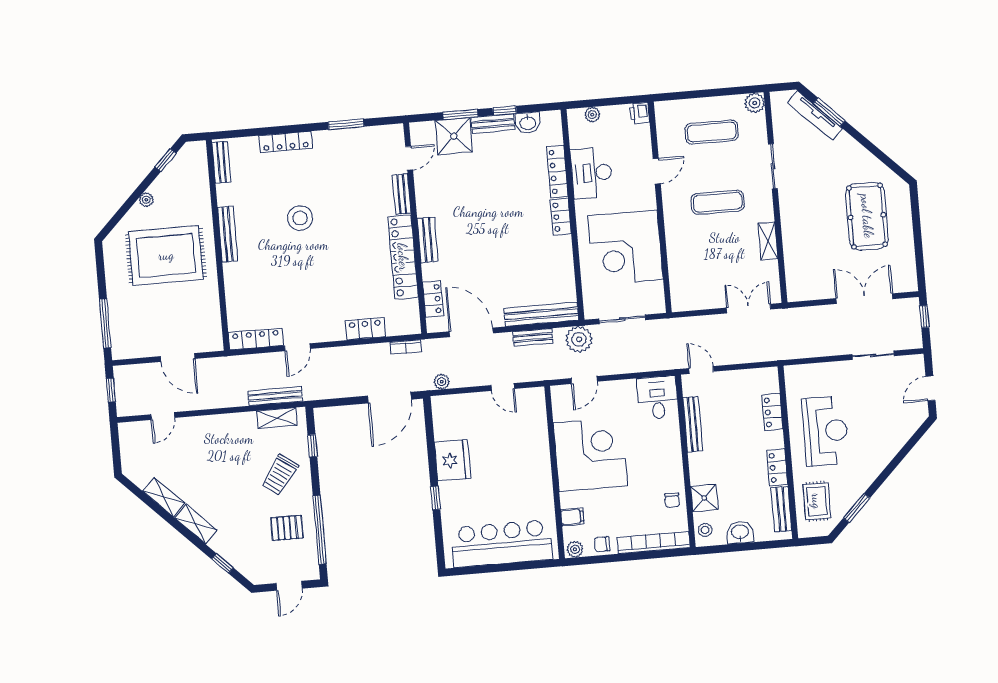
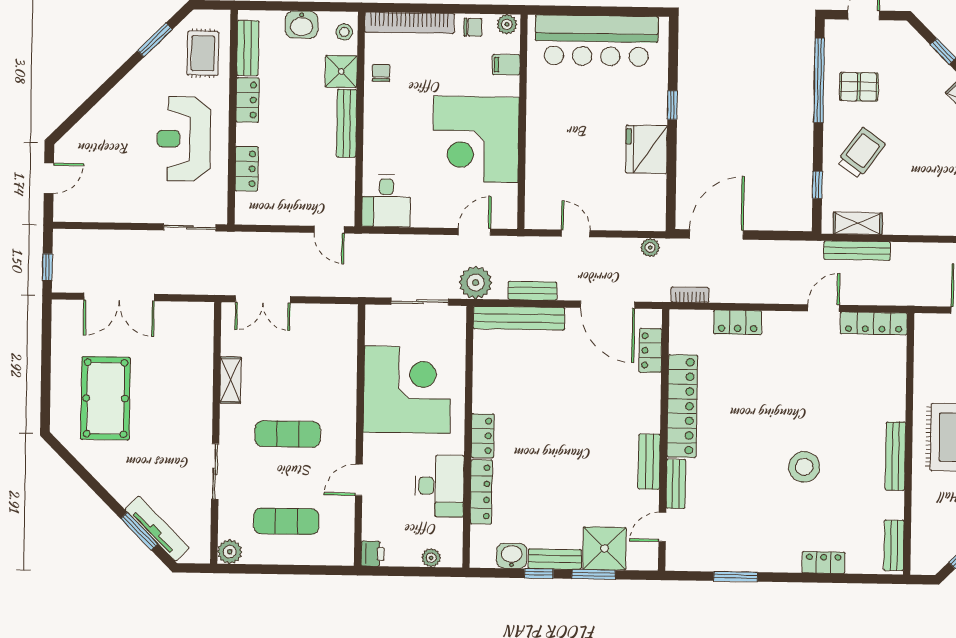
locker: (286, 142) -> (823, 563), width x0.66
bench: (428, 240) -> (649, 462), moved
sliding door: (873, 355) -> (190, 227), moved
bench: (693, 424) -> (347, 123), moved

